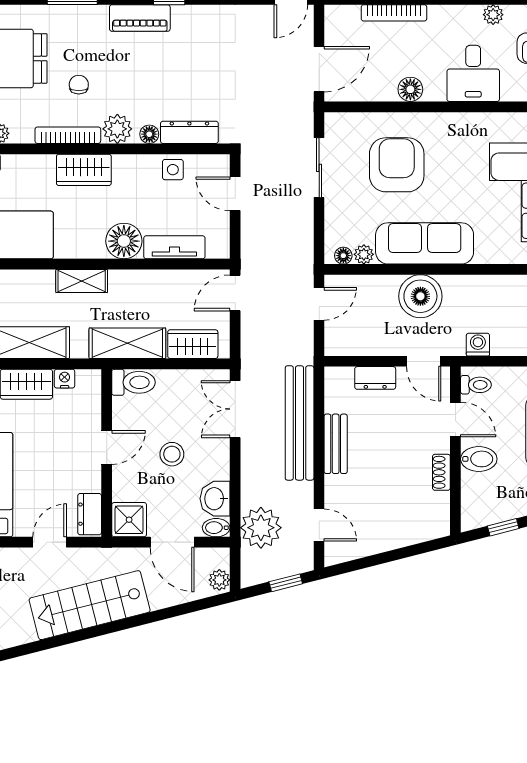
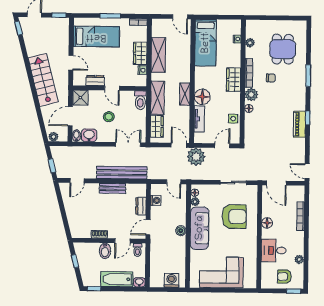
piano: (140, 18) -> (299, 124), moved
dresser: (189, 132) -> (249, 126), removed
shelving: (82, 281) -> (185, 94), moved
boiler: (420, 296) -> (181, 231), width x0.54, depth x0.54
washing machine: (478, 345) -> (156, 200), moved
dresser: (90, 514) -> (95, 80), moved
plant: (261, 528) -> (196, 157), moved

